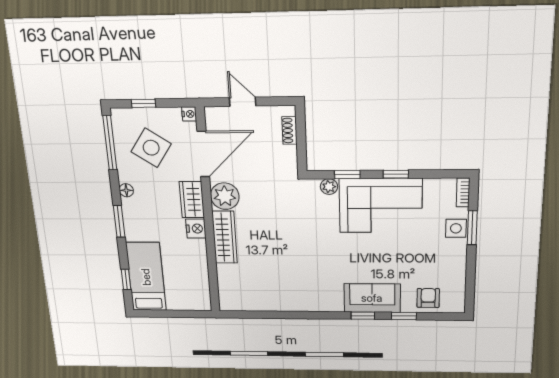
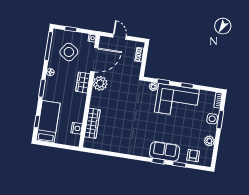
nightstand: (196, 229) -> (77, 128), moved
wardrobe: (225, 237) -> (92, 123), moved
plant: (456, 269) -> (209, 141), added

